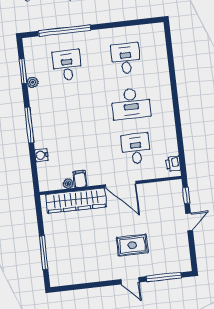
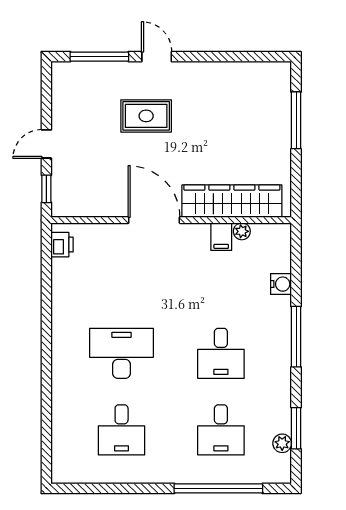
plant: (33, 82) -> (282, 443), moved
desk: (136, 149) -> (221, 353), moved

